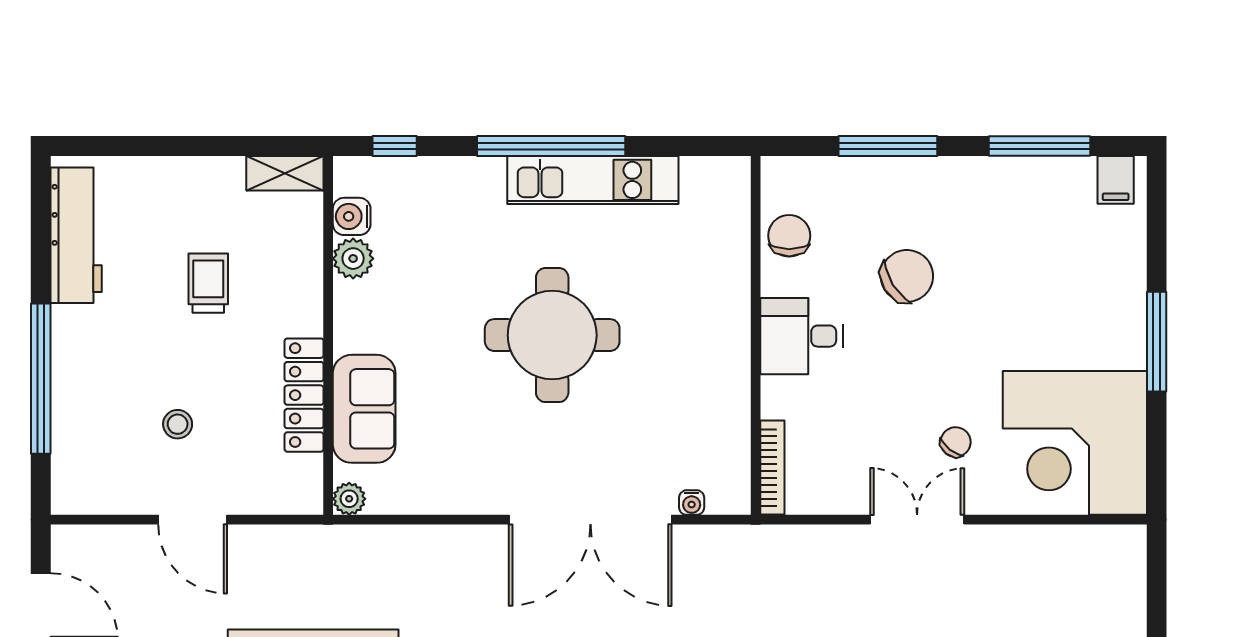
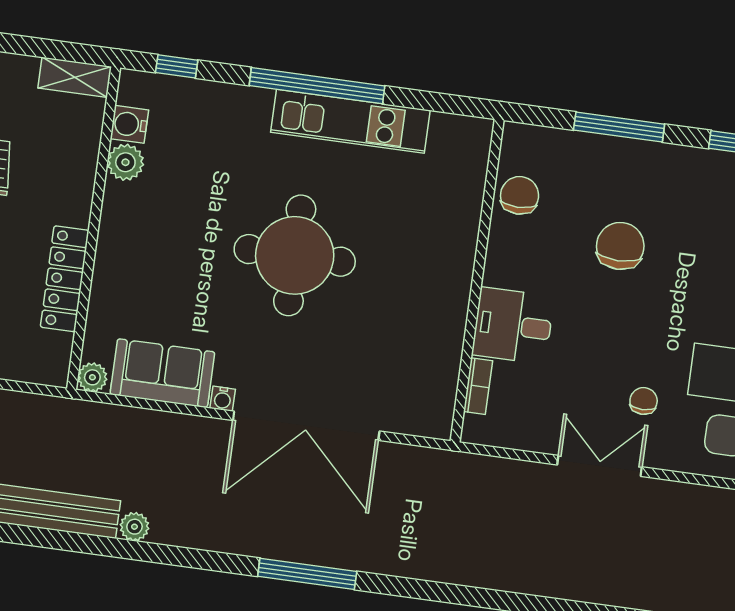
chair: (907, 276) -> (620, 246), turned -58
desk: (801, 336) -> (513, 326), moved
sofa: (364, 409) -> (162, 373), moved, turned -90
chair: (956, 442) -> (644, 401), turned -38
bookcase: (772, 468) -> (478, 386), width x0.64
water cooler: (692, 503) -> (223, 399), moved

